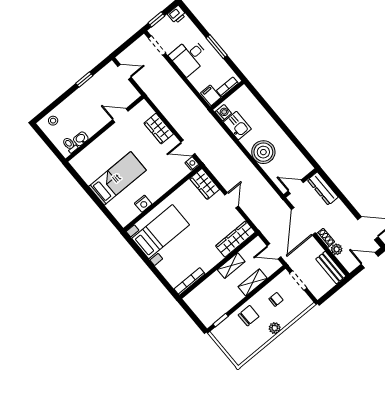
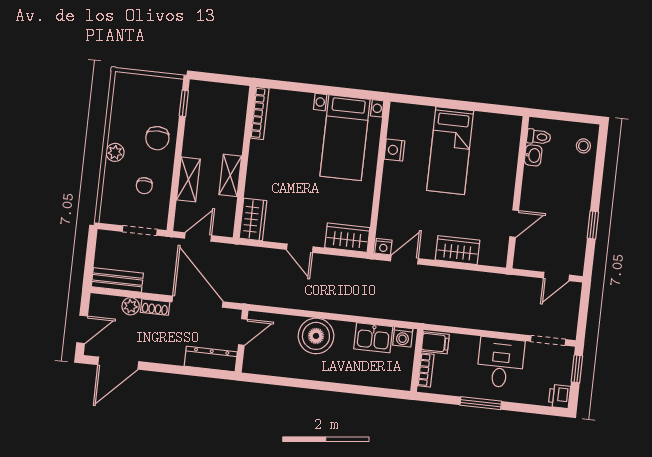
wardrobe: (235, 239) -> (253, 219), width x0.67

